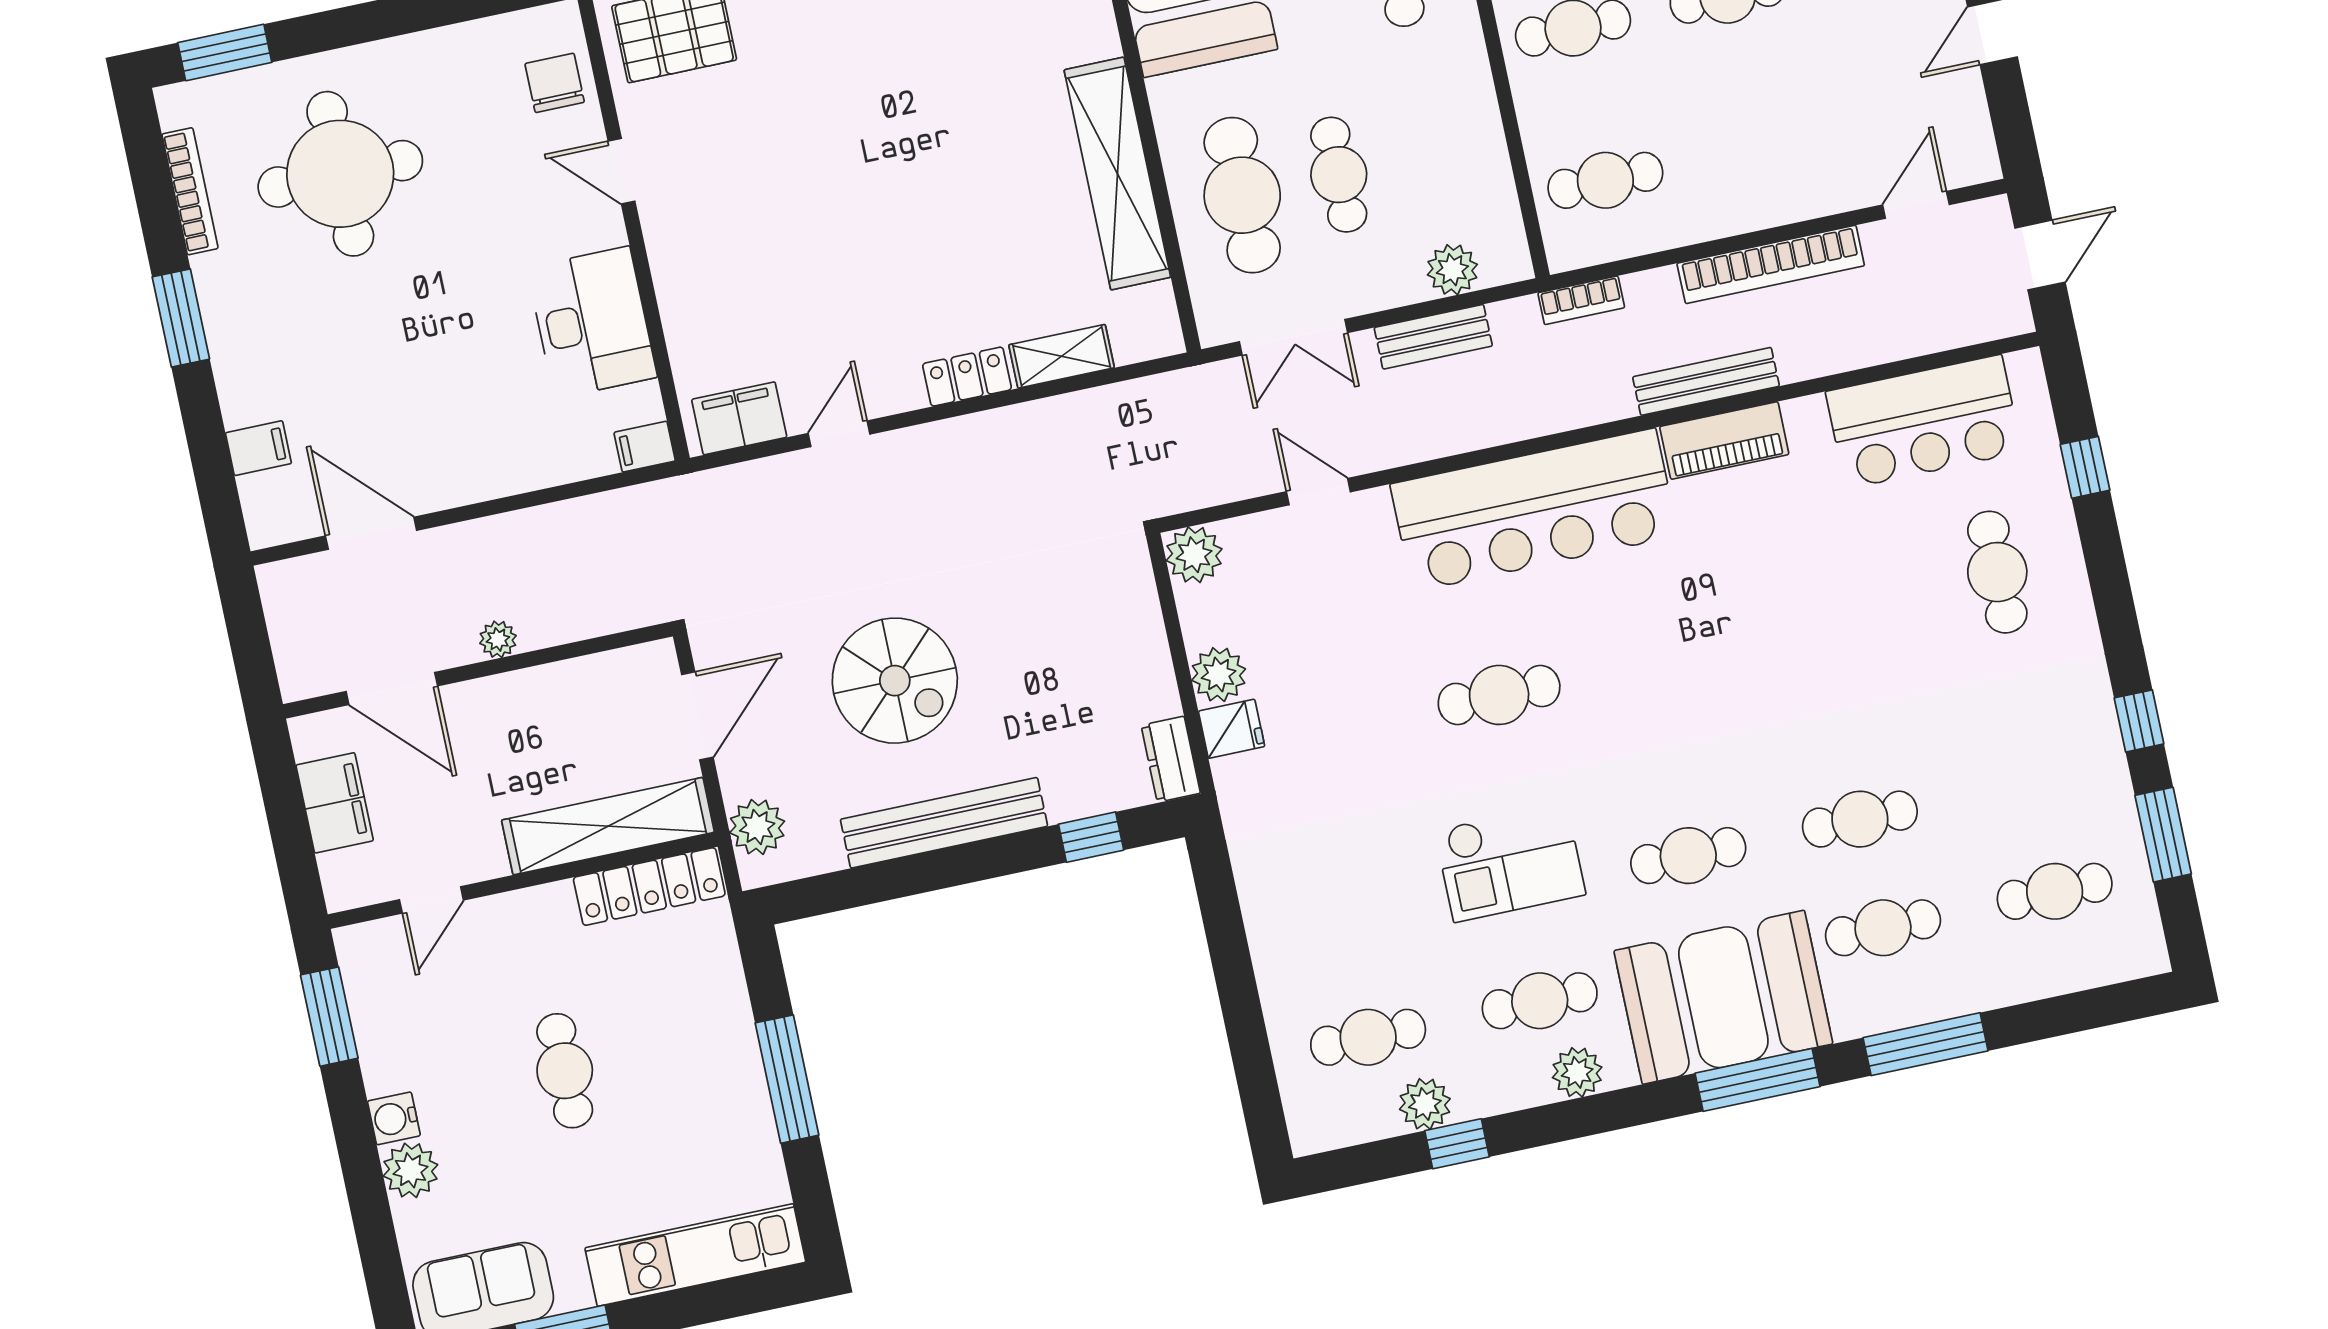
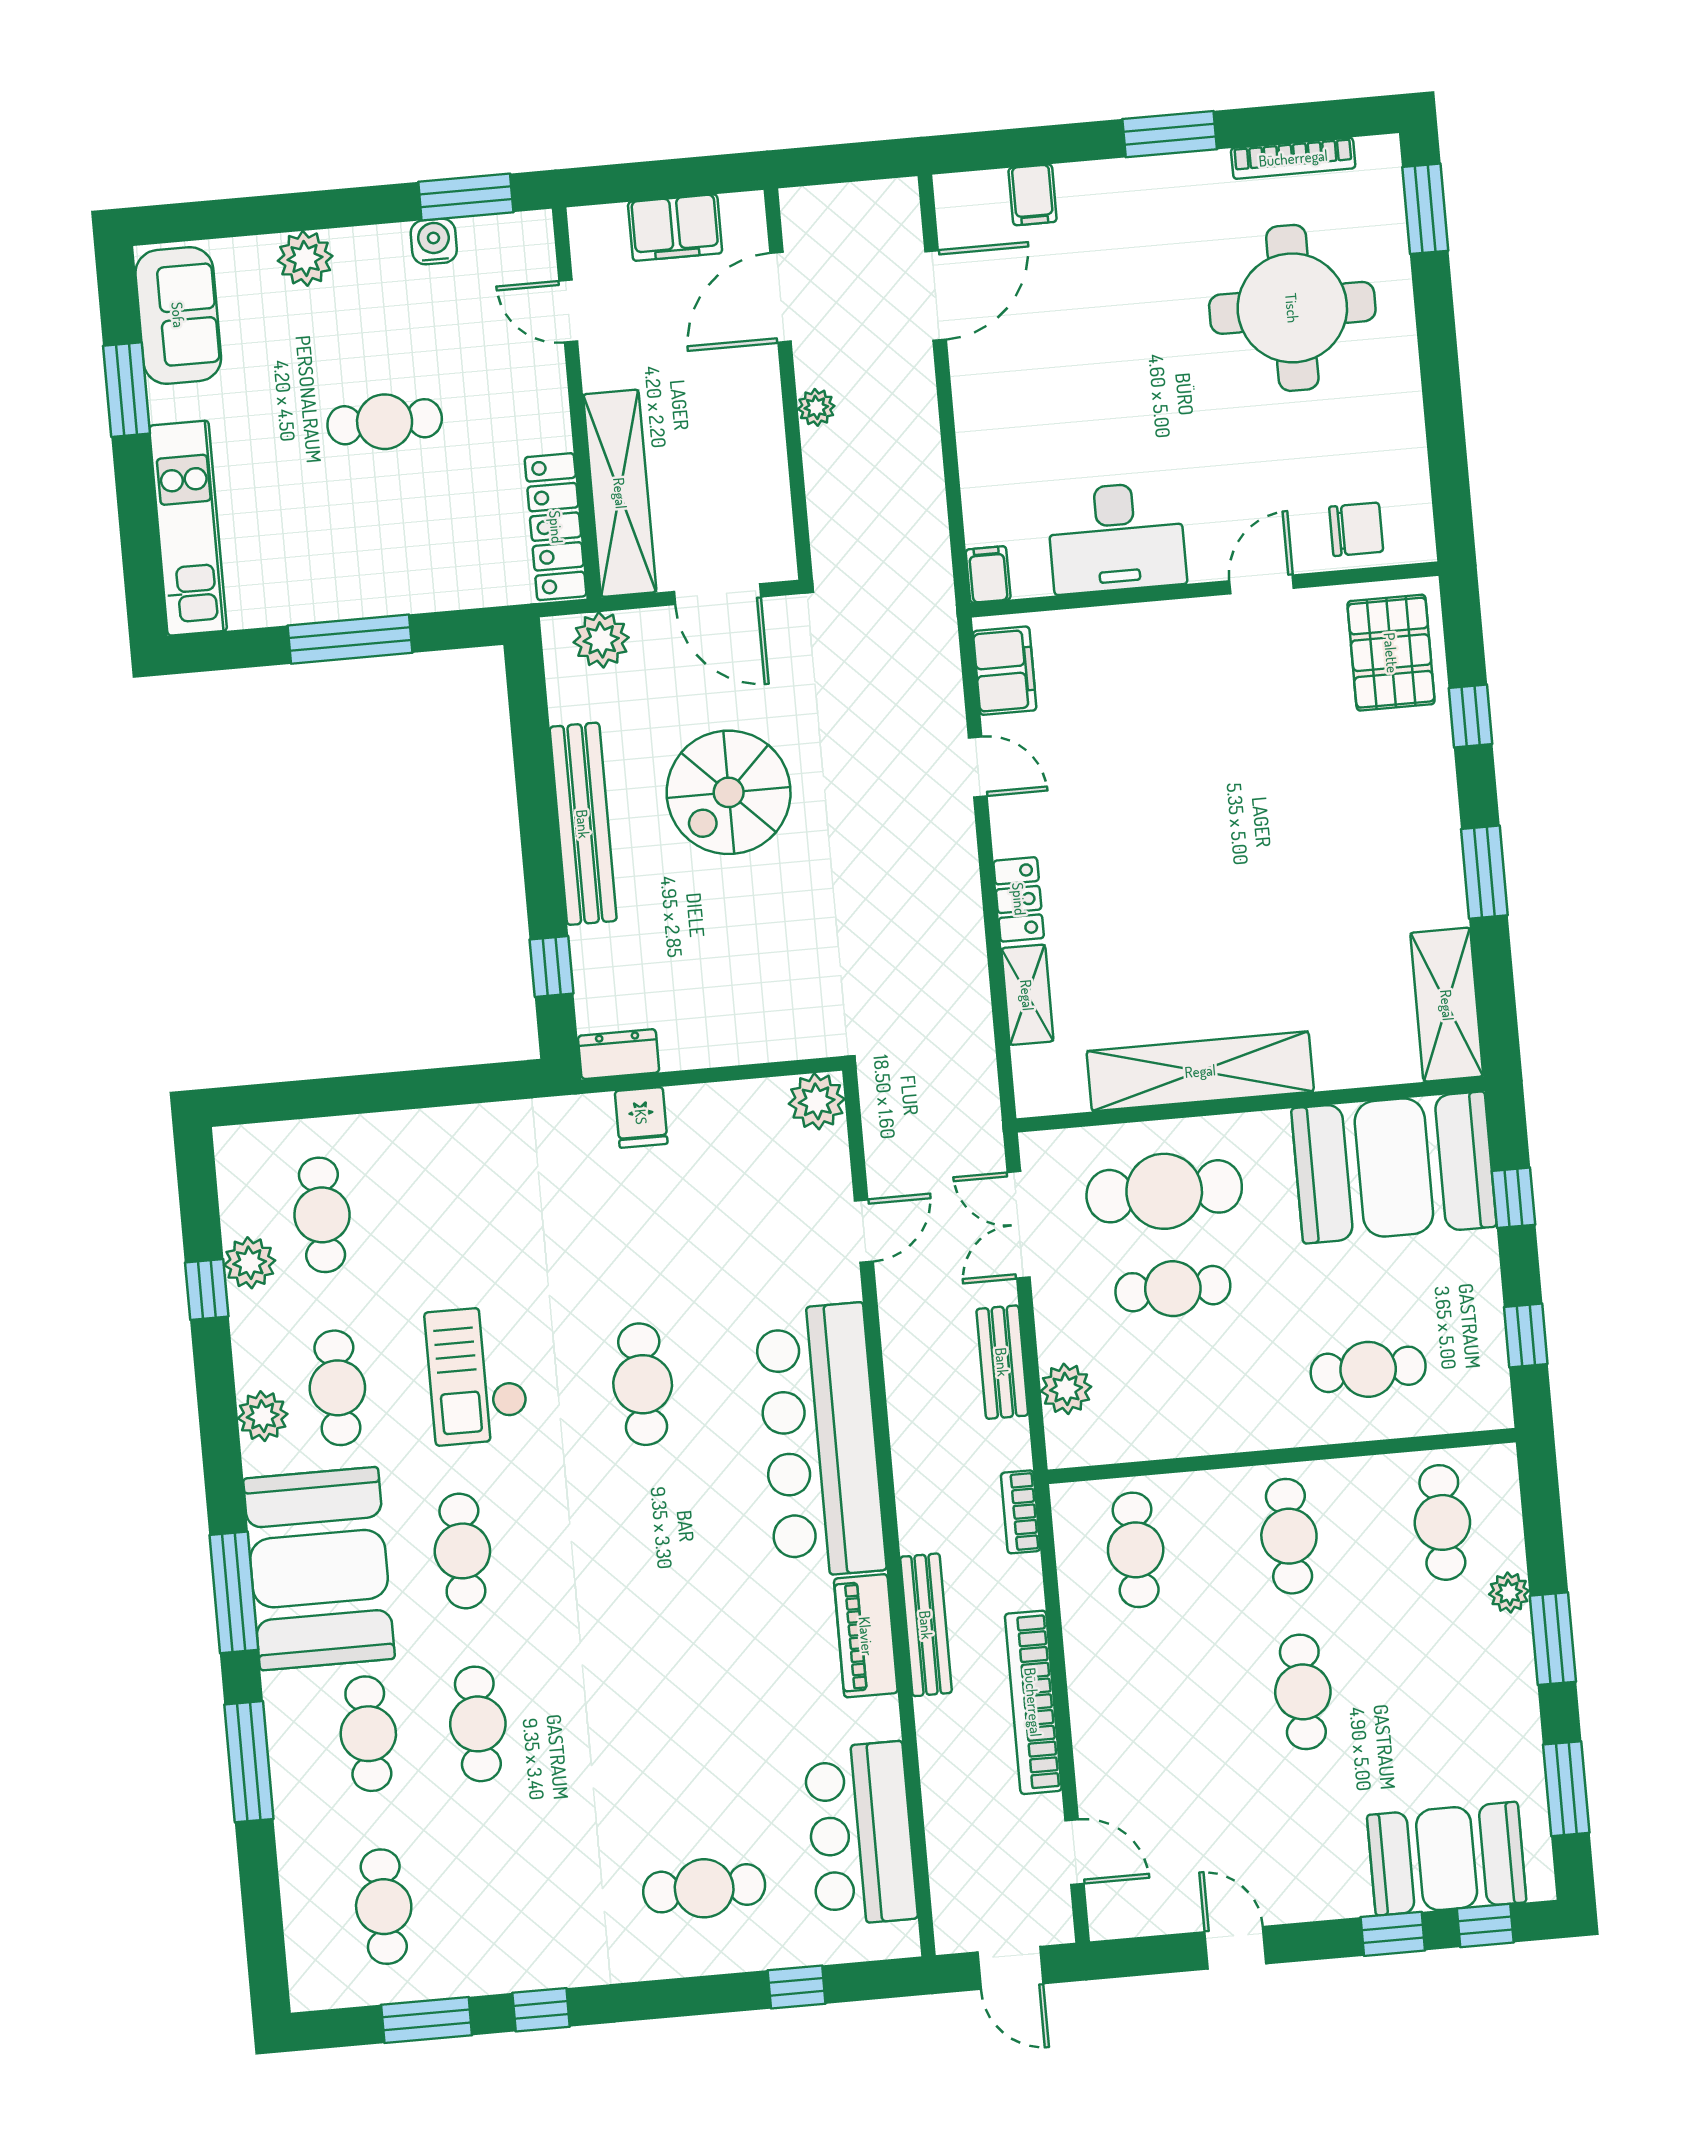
plant: (1219, 675) -> (696, 1111), removed
water cooler: (394, 1118) -> (434, 241), moved

